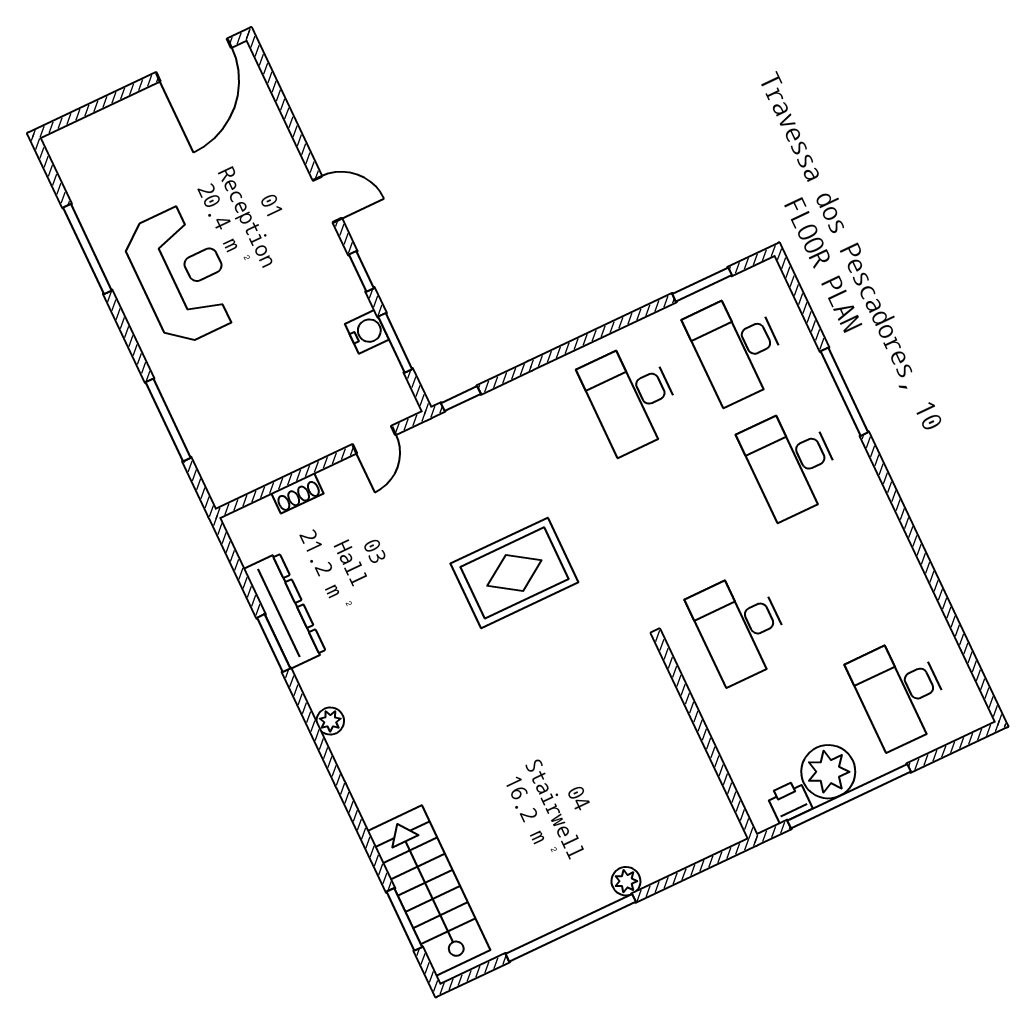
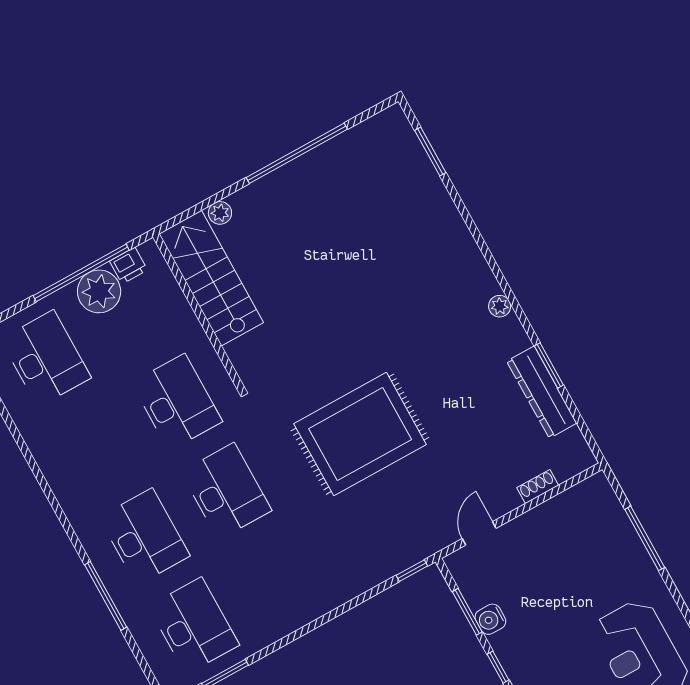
desk: (632, 398) -> (226, 491), moved
rug: (514, 573) -> (360, 434), width x1.37, depth x1.44
plant: (626, 881) -> (220, 213), moved
stairs: (429, 891) -> (211, 278), moved, turned 180

